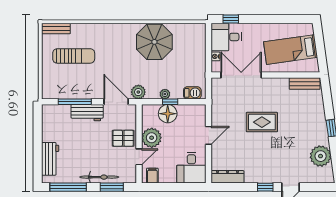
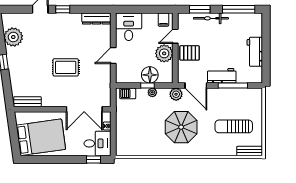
parasol: (154, 42) -> (181, 127), moved
bed: (291, 50) -> (41, 137), width x1.50
workbench: (50, 159) -> (255, 52), moved

